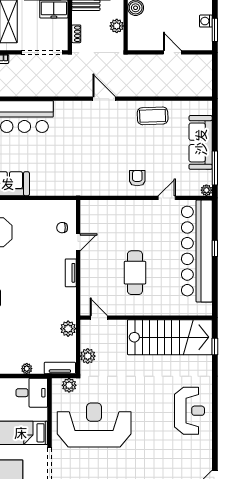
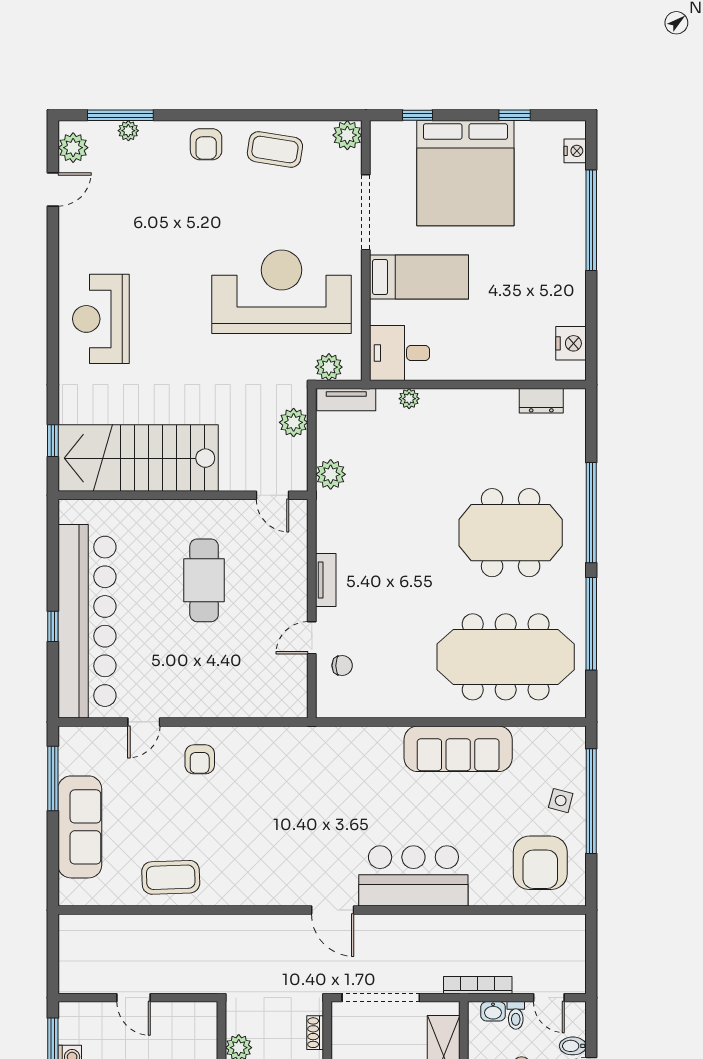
door: (104, 99) -> (333, 910), moved
plant: (206, 190) -> (69, 736), removed
reception desk: (94, 425) -> (282, 292), turned 180

